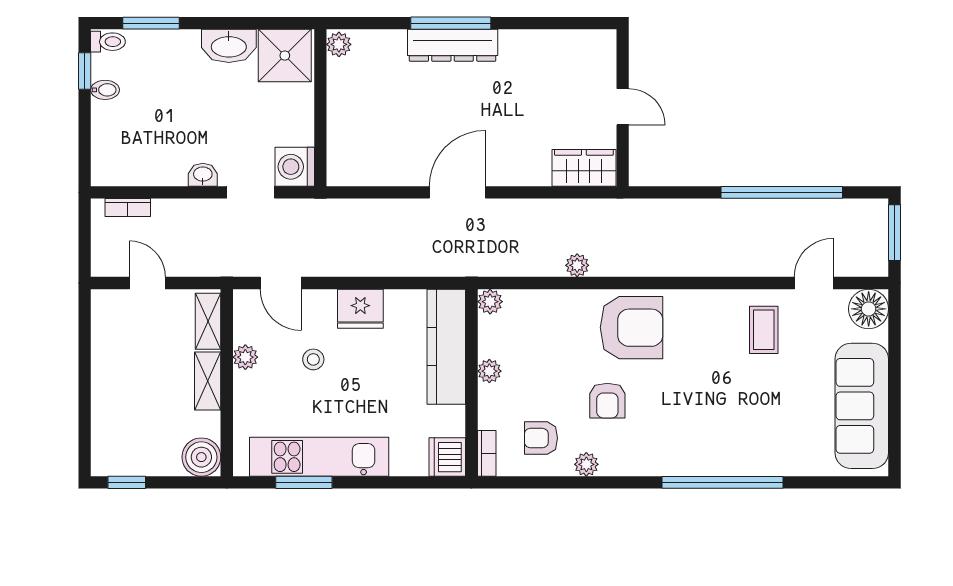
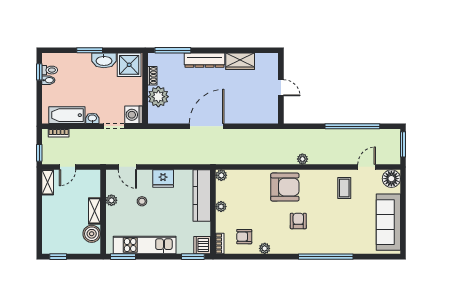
window: (151, 23) -> (90, 50), moved
window: (451, 23) -> (173, 50), moved
toilet: (108, 42) -> (50, 70), moved
plant: (339, 44) -> (158, 97), moved, width x1.88, depth x1.88
shoe rack: (337, 80) -> (152, 76), added
bathtub: (146, 168) -> (67, 115), added
wardrobe: (584, 168) -> (240, 61), moved, turned 180
door: (457, 192) -> (207, 126), width x1.36
window: (85, 252) -> (39, 153), added
plant: (577, 265) -> (302, 159), moved
door: (147, 283) -> (67, 167), swing flipped
shelving: (208, 321) -> (48, 182), moved
armchair: (607, 401) -> (298, 221), moved, turned 180
boiler: (201, 457) -> (92, 234), moved
window: (304, 482) -> (123, 257), moved
window: (426, 482) -> (193, 257), added

